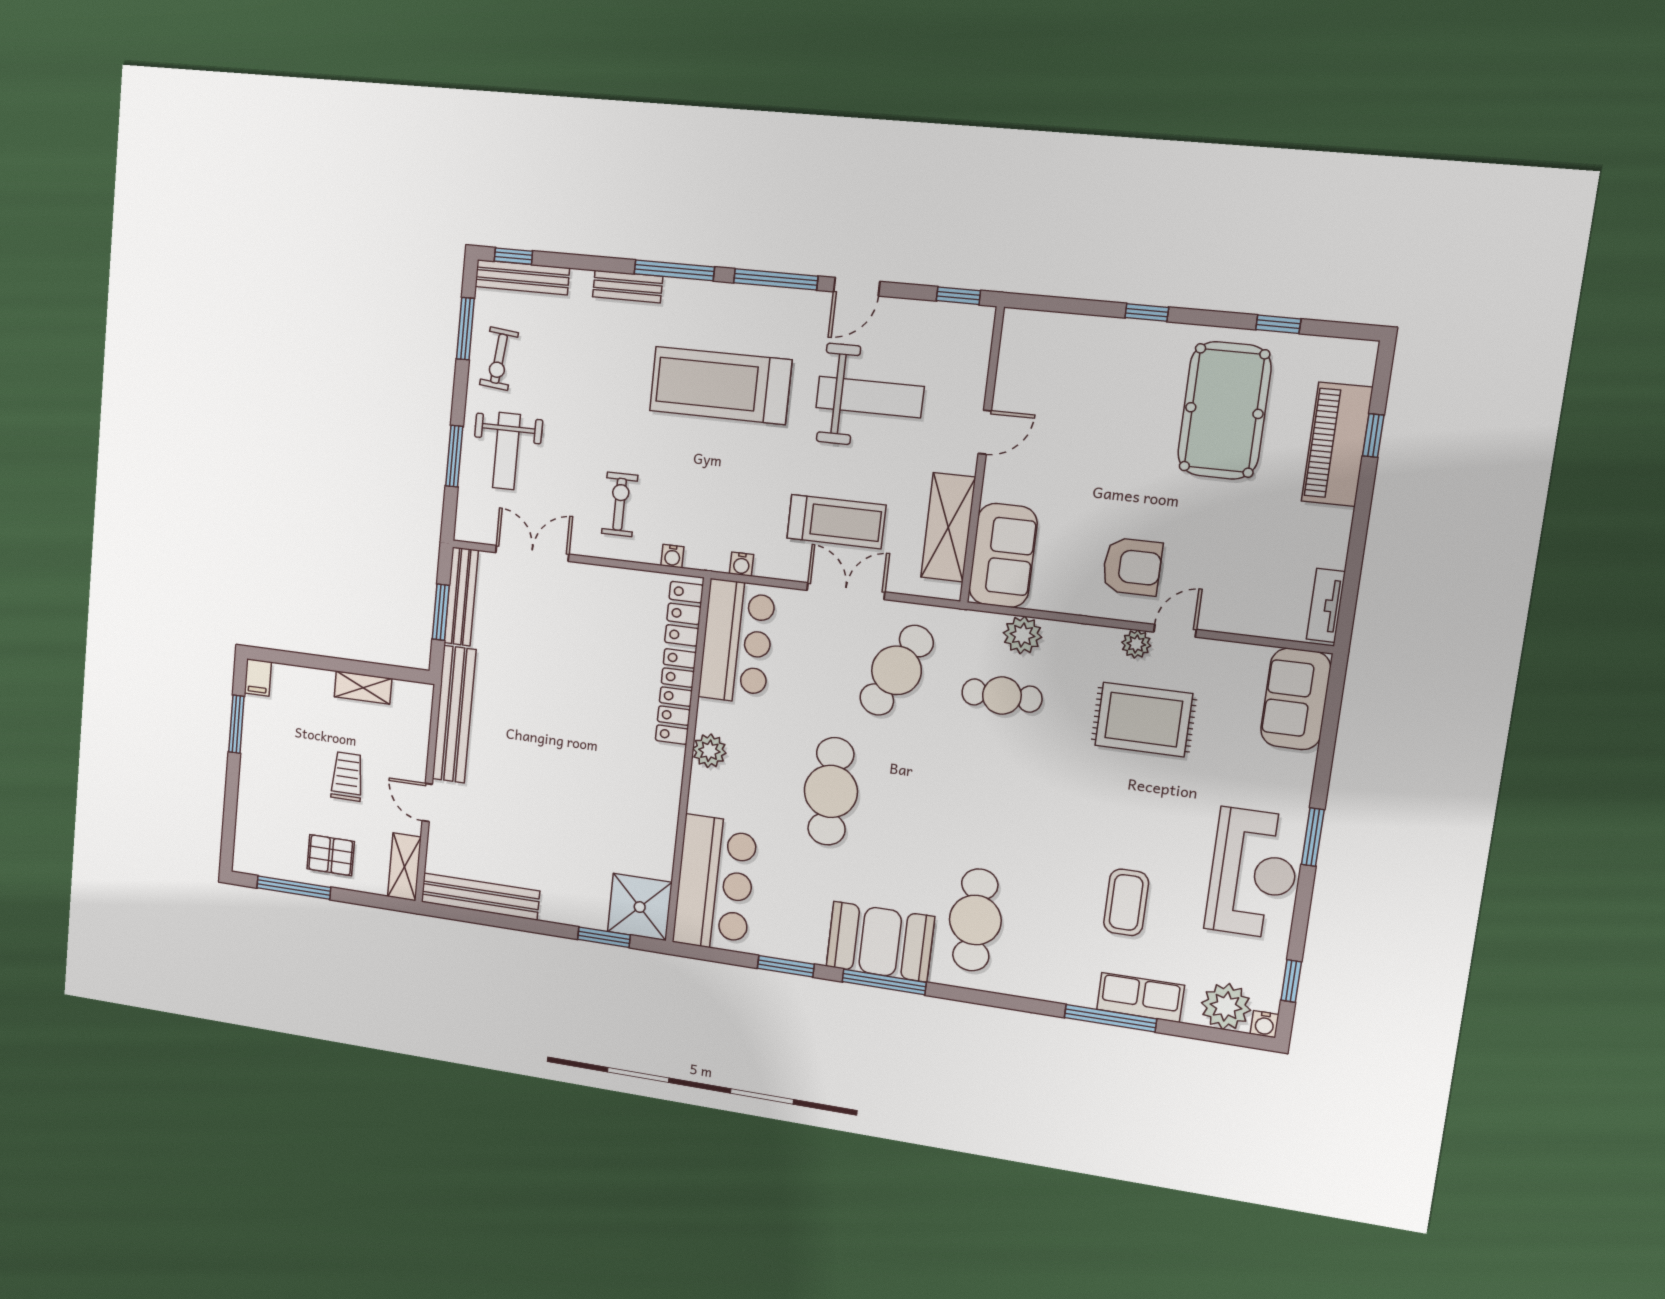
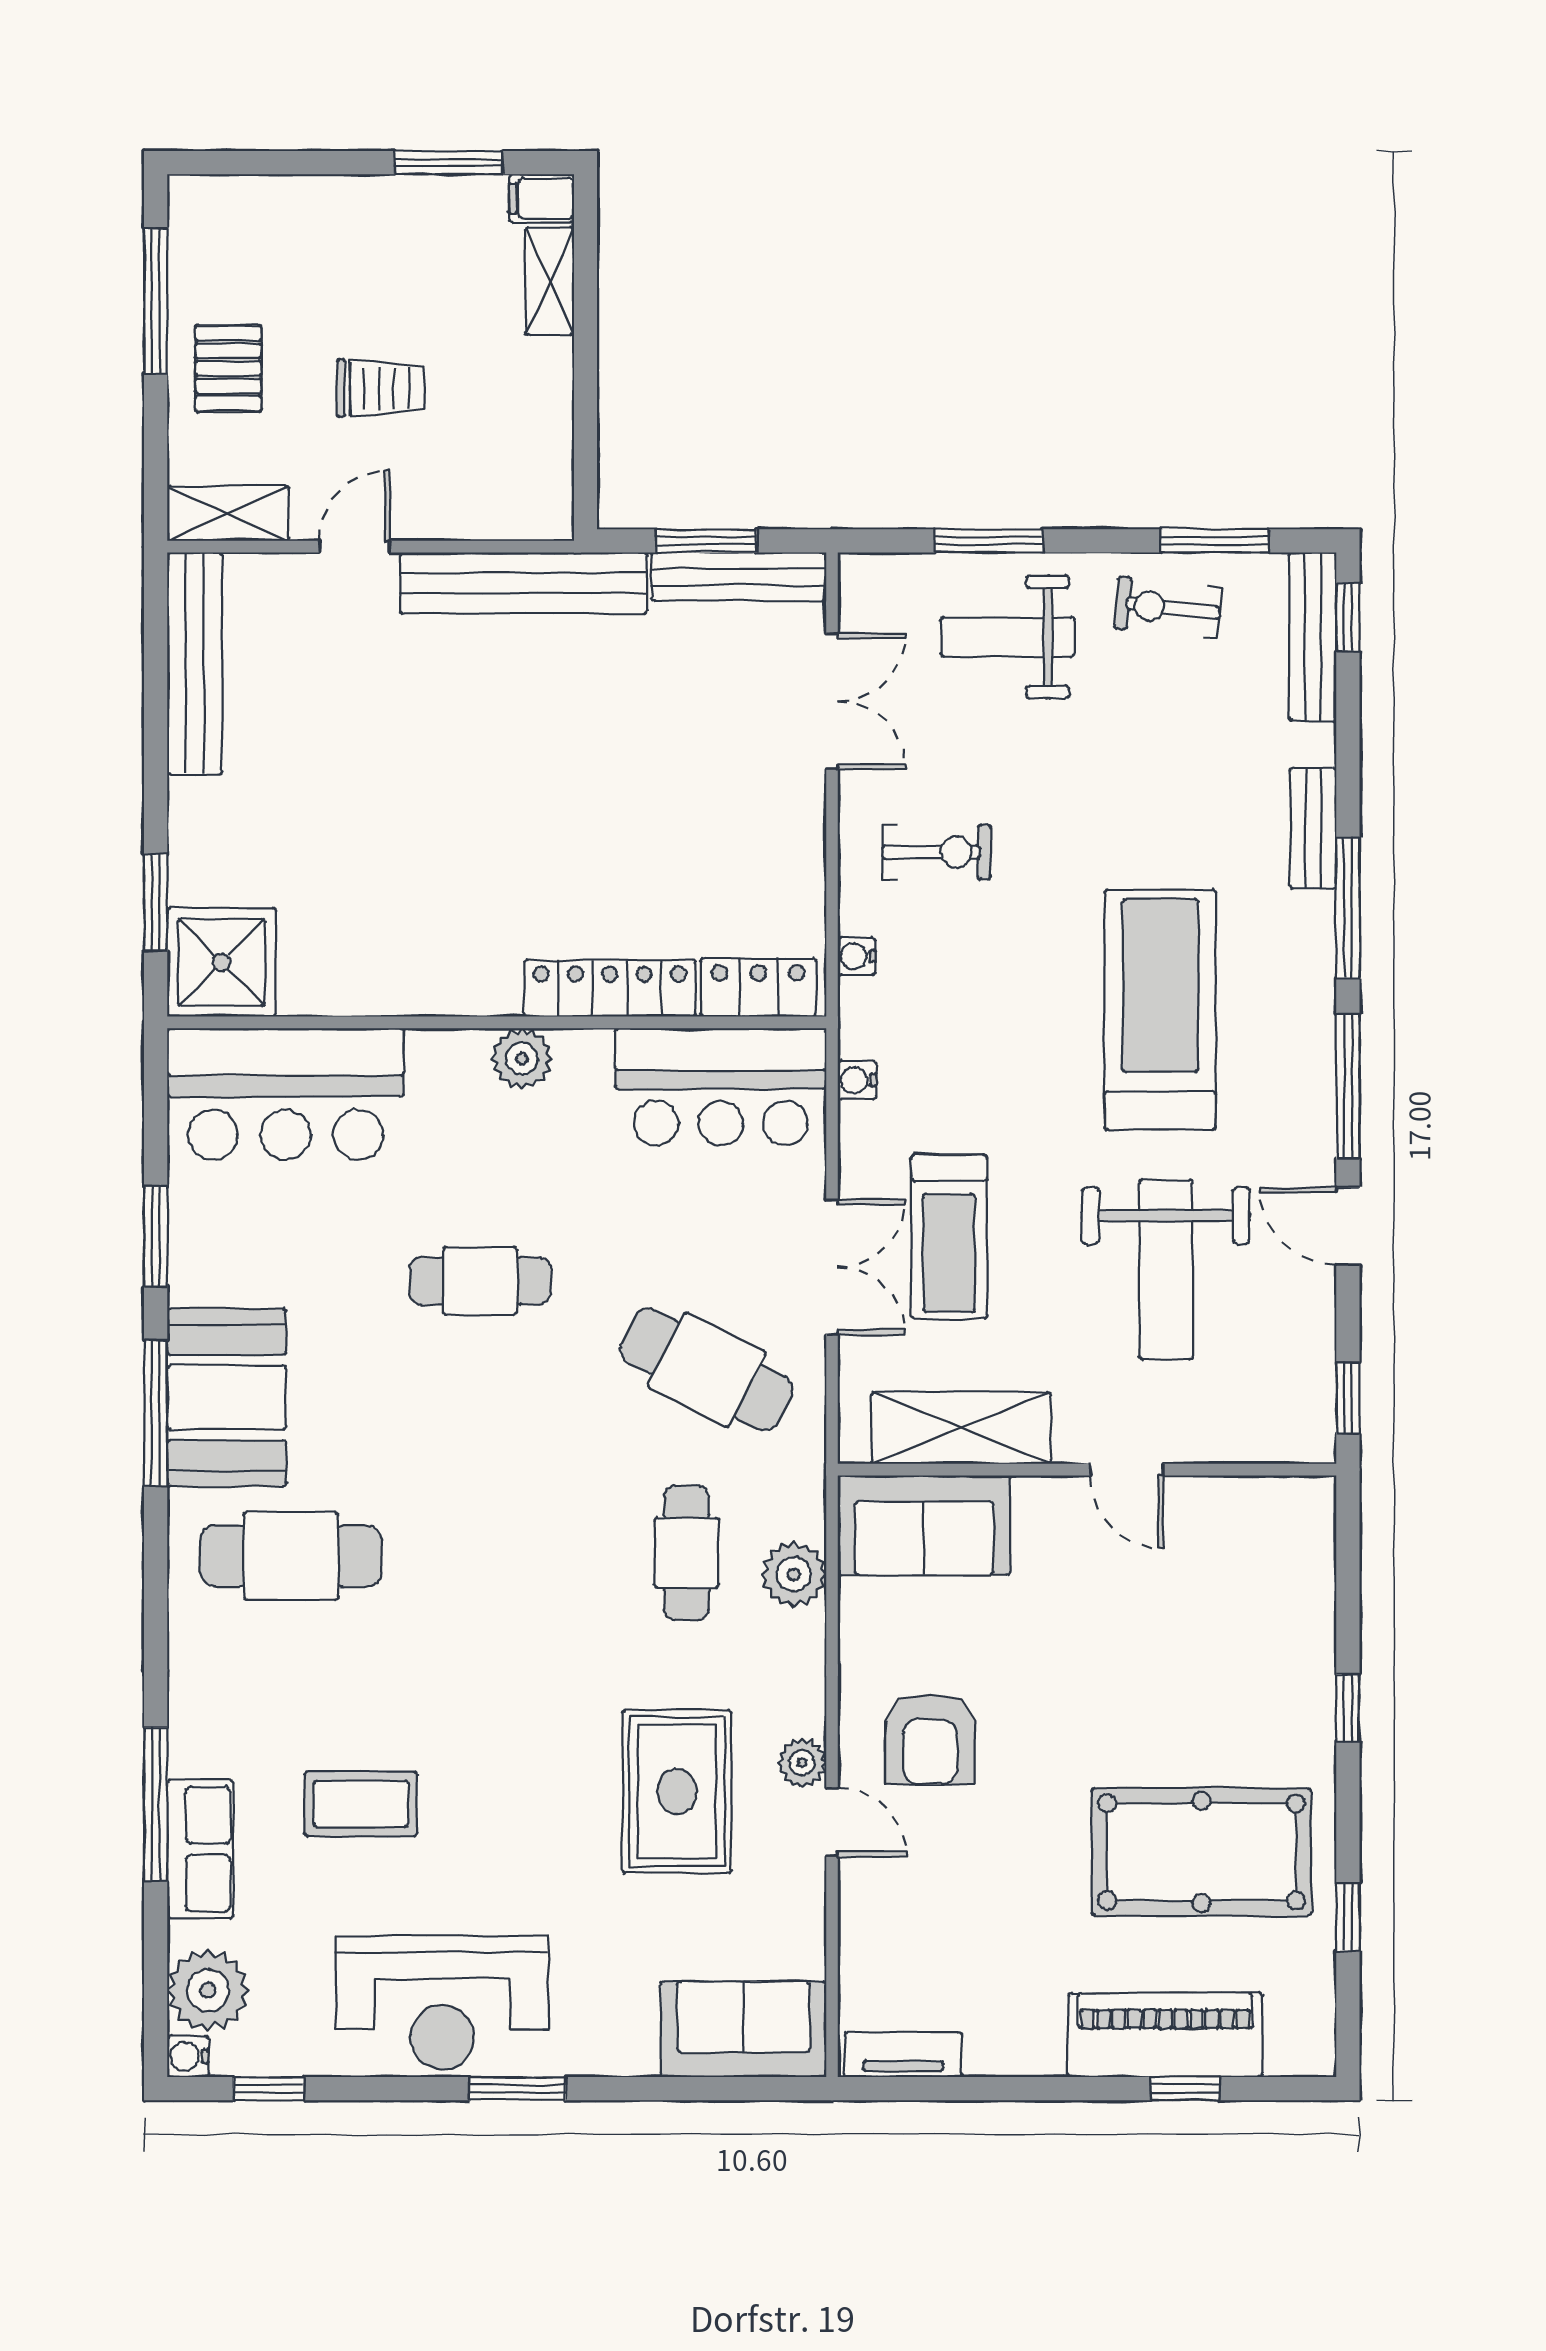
shelving: (363, 688) -> (550, 281), moved
cafe table: (831, 791) -> (480, 1281), width x0.73, depth x0.74

